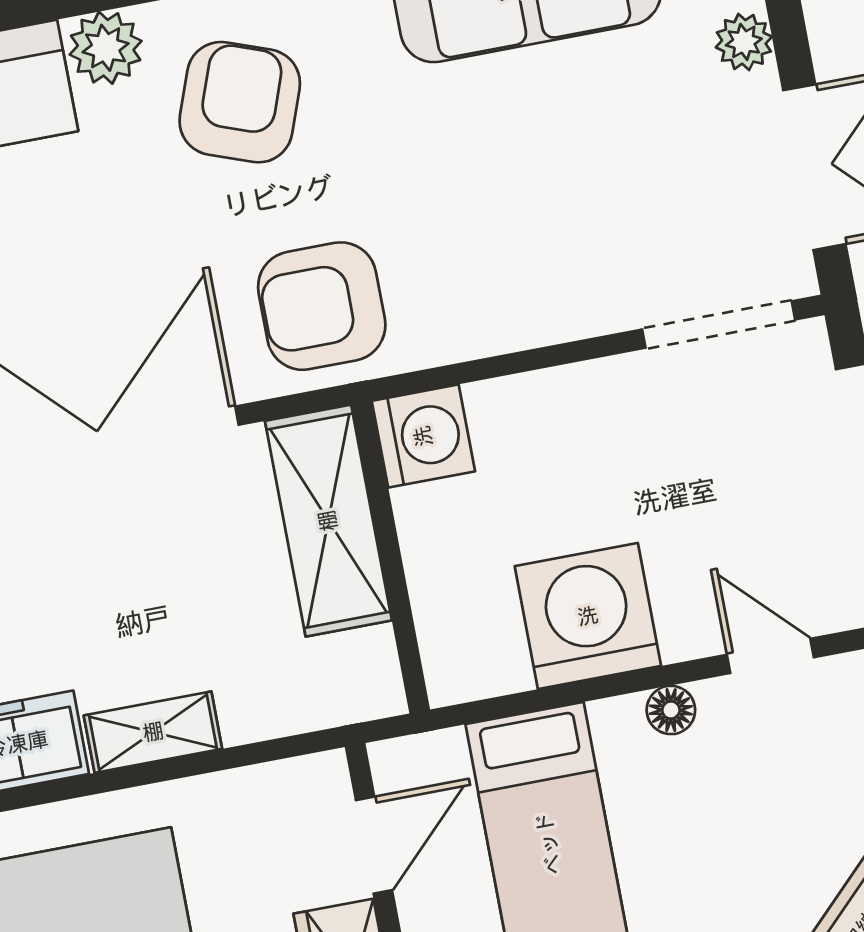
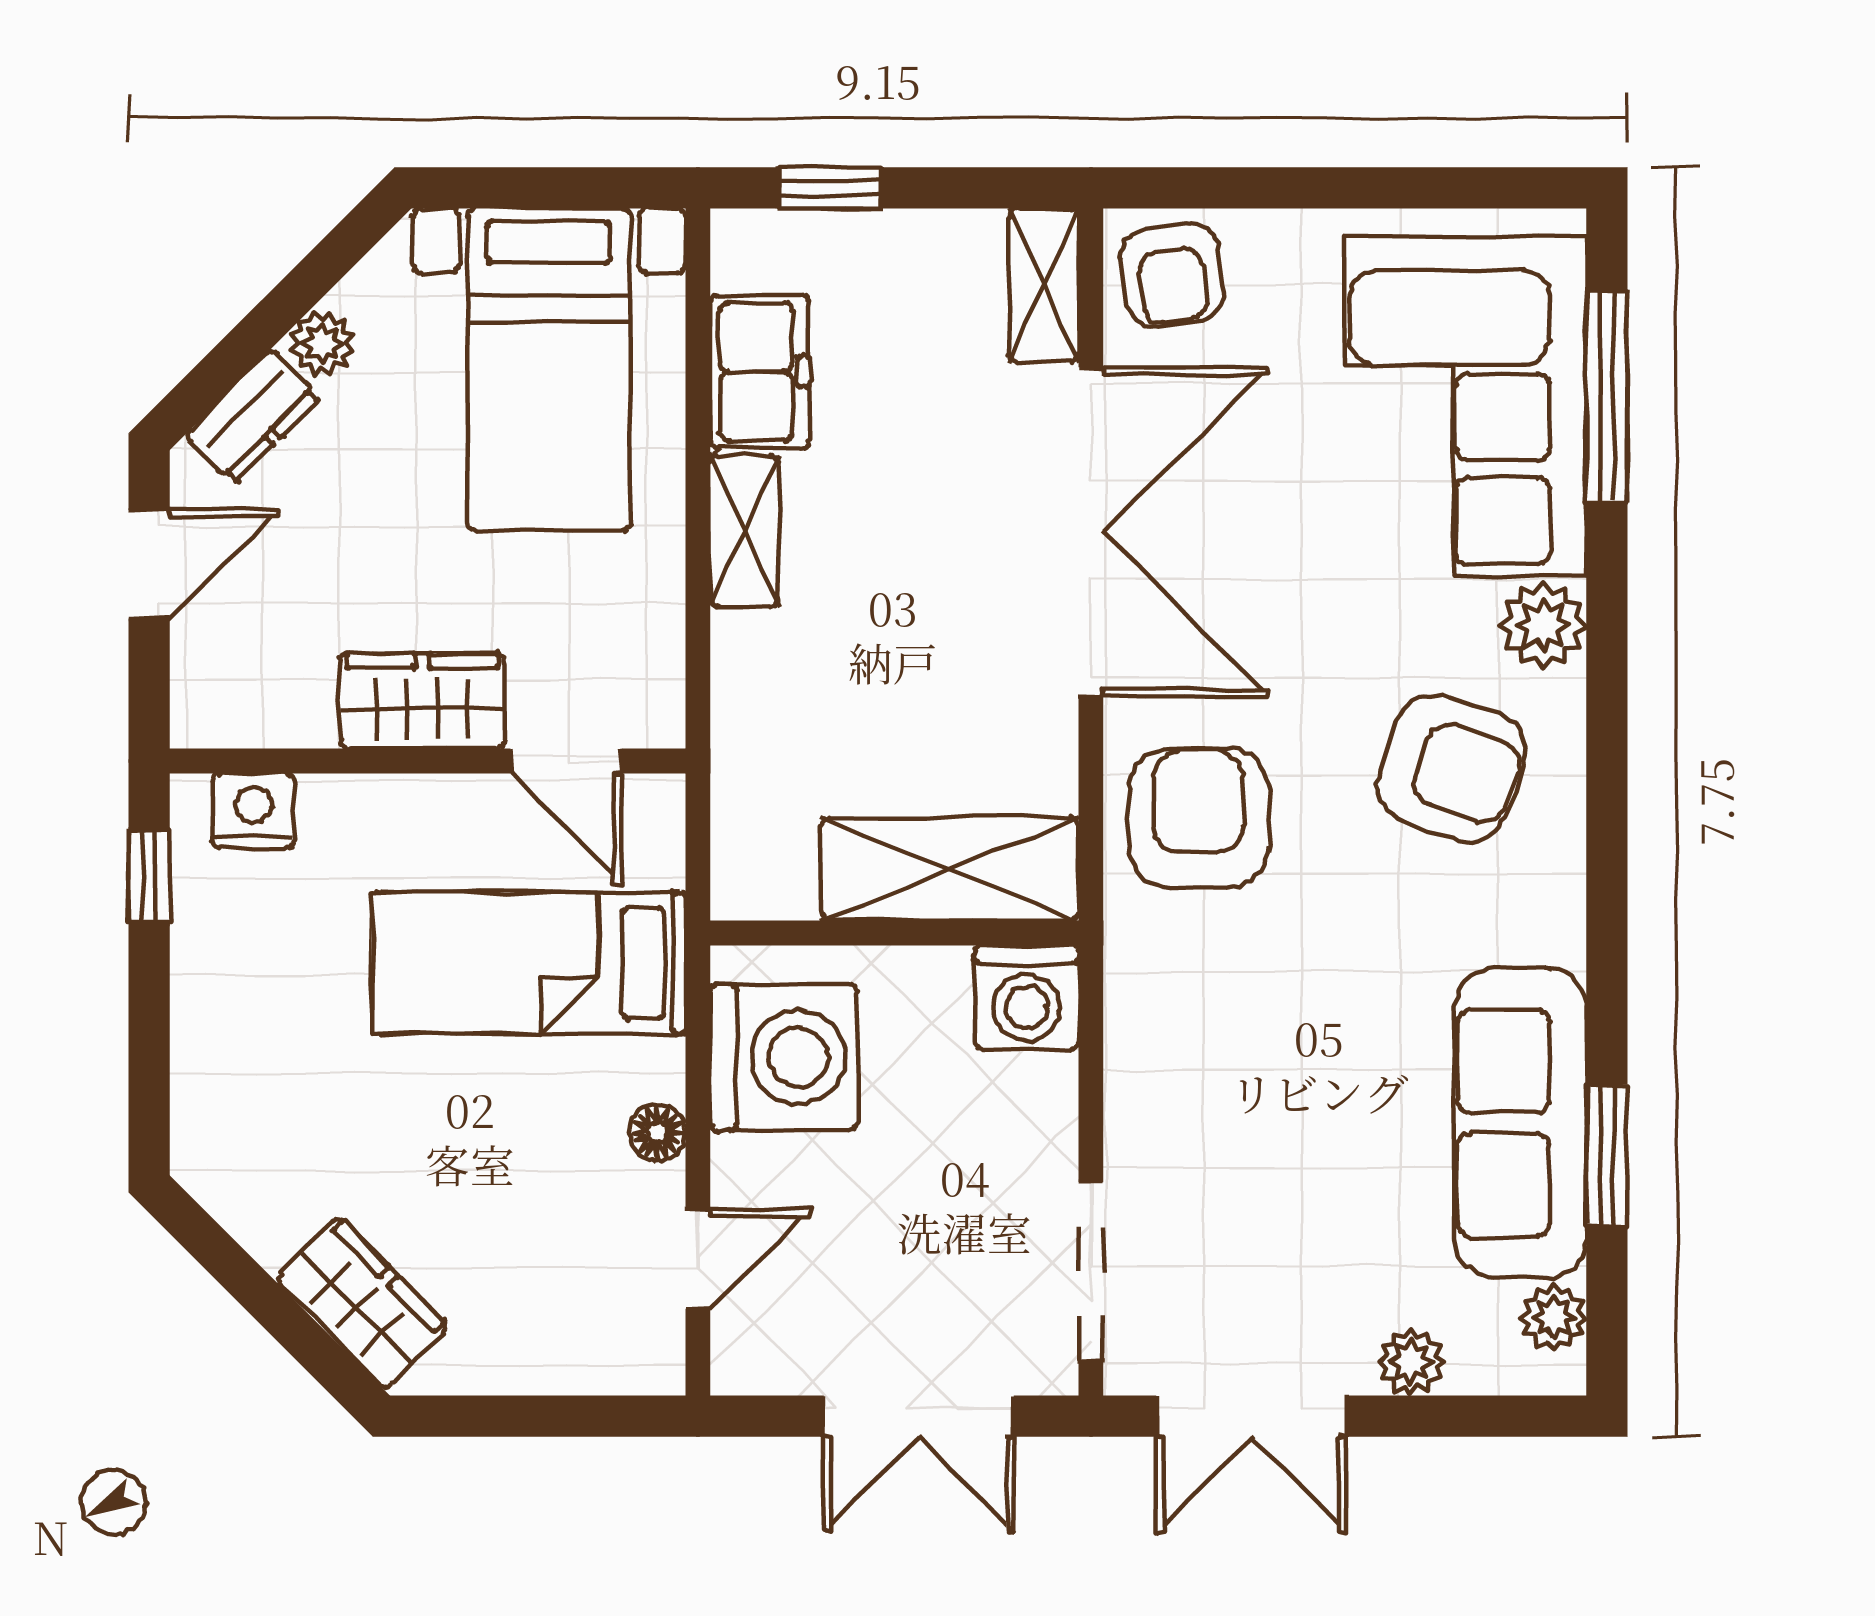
washing machine: (423, 436) -> (1027, 997), moved
shelving: (328, 521) -> (950, 869), moved
wall: (391, 557) -> (894, 933), moved

